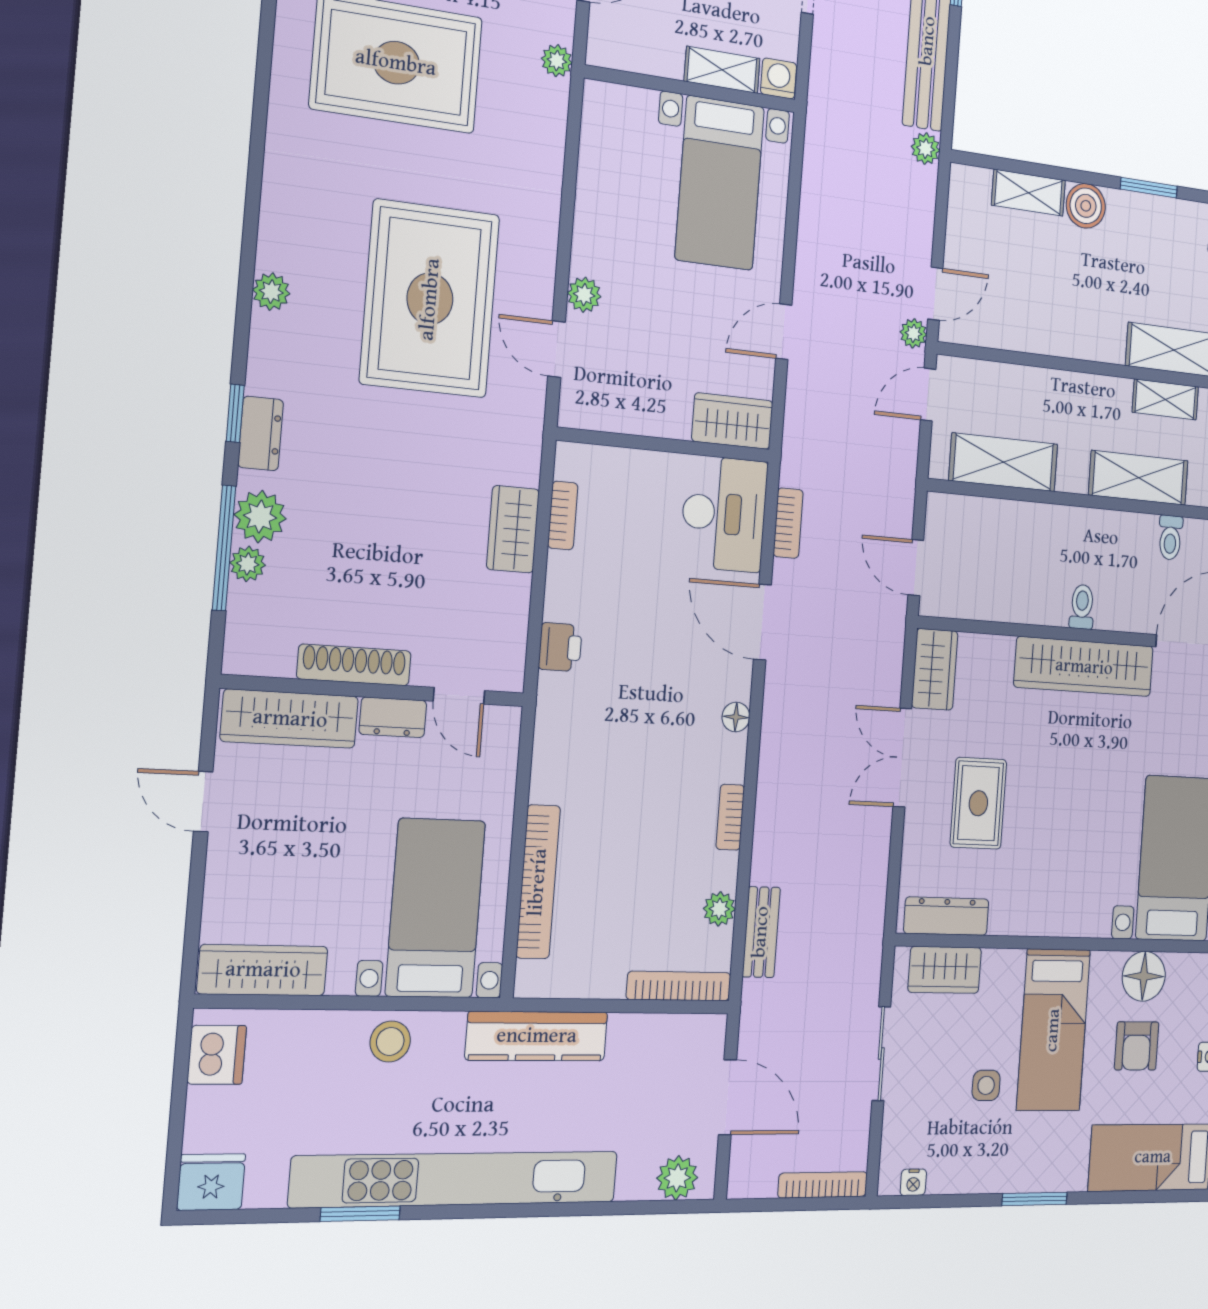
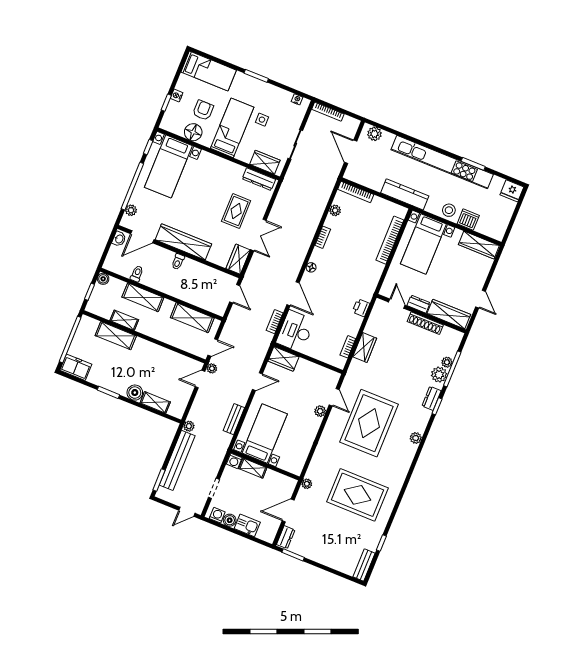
bench: (761, 932) -> (234, 419), moved
dishwasher: (217, 1055) -> (468, 220), moved, turned 90

